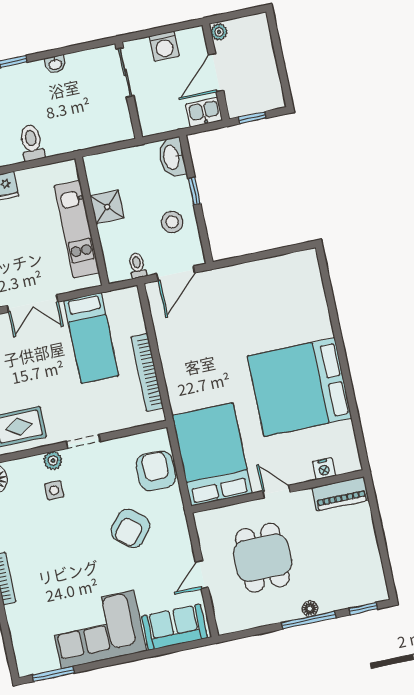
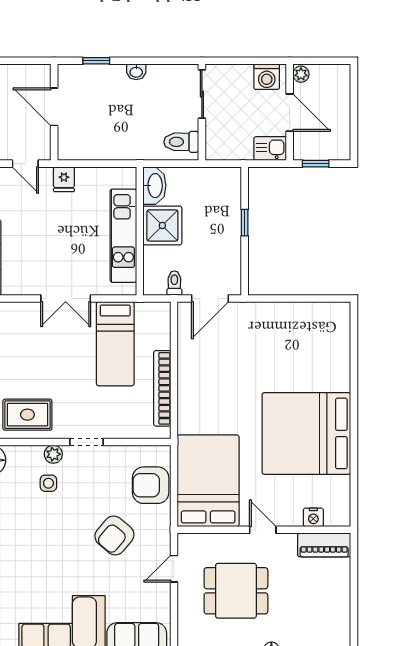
washing machine: (164, 46) -> (267, 77), moved
door: (216, 73) -> (290, 113), swing flipped
toilet: (32, 143) -> (181, 142), moved, turned -90
washbasin: (172, 157) -> (154, 186), moved, turned 180
shower: (107, 207) -> (162, 225), width x1.36, depth x1.36
stool: (172, 222) -> (217, 248), removed
armchair: (156, 471) -> (151, 485), turned -90
dining table: (262, 558) -> (236, 591), turned 90
door: (202, 575) -> (174, 569), moved

